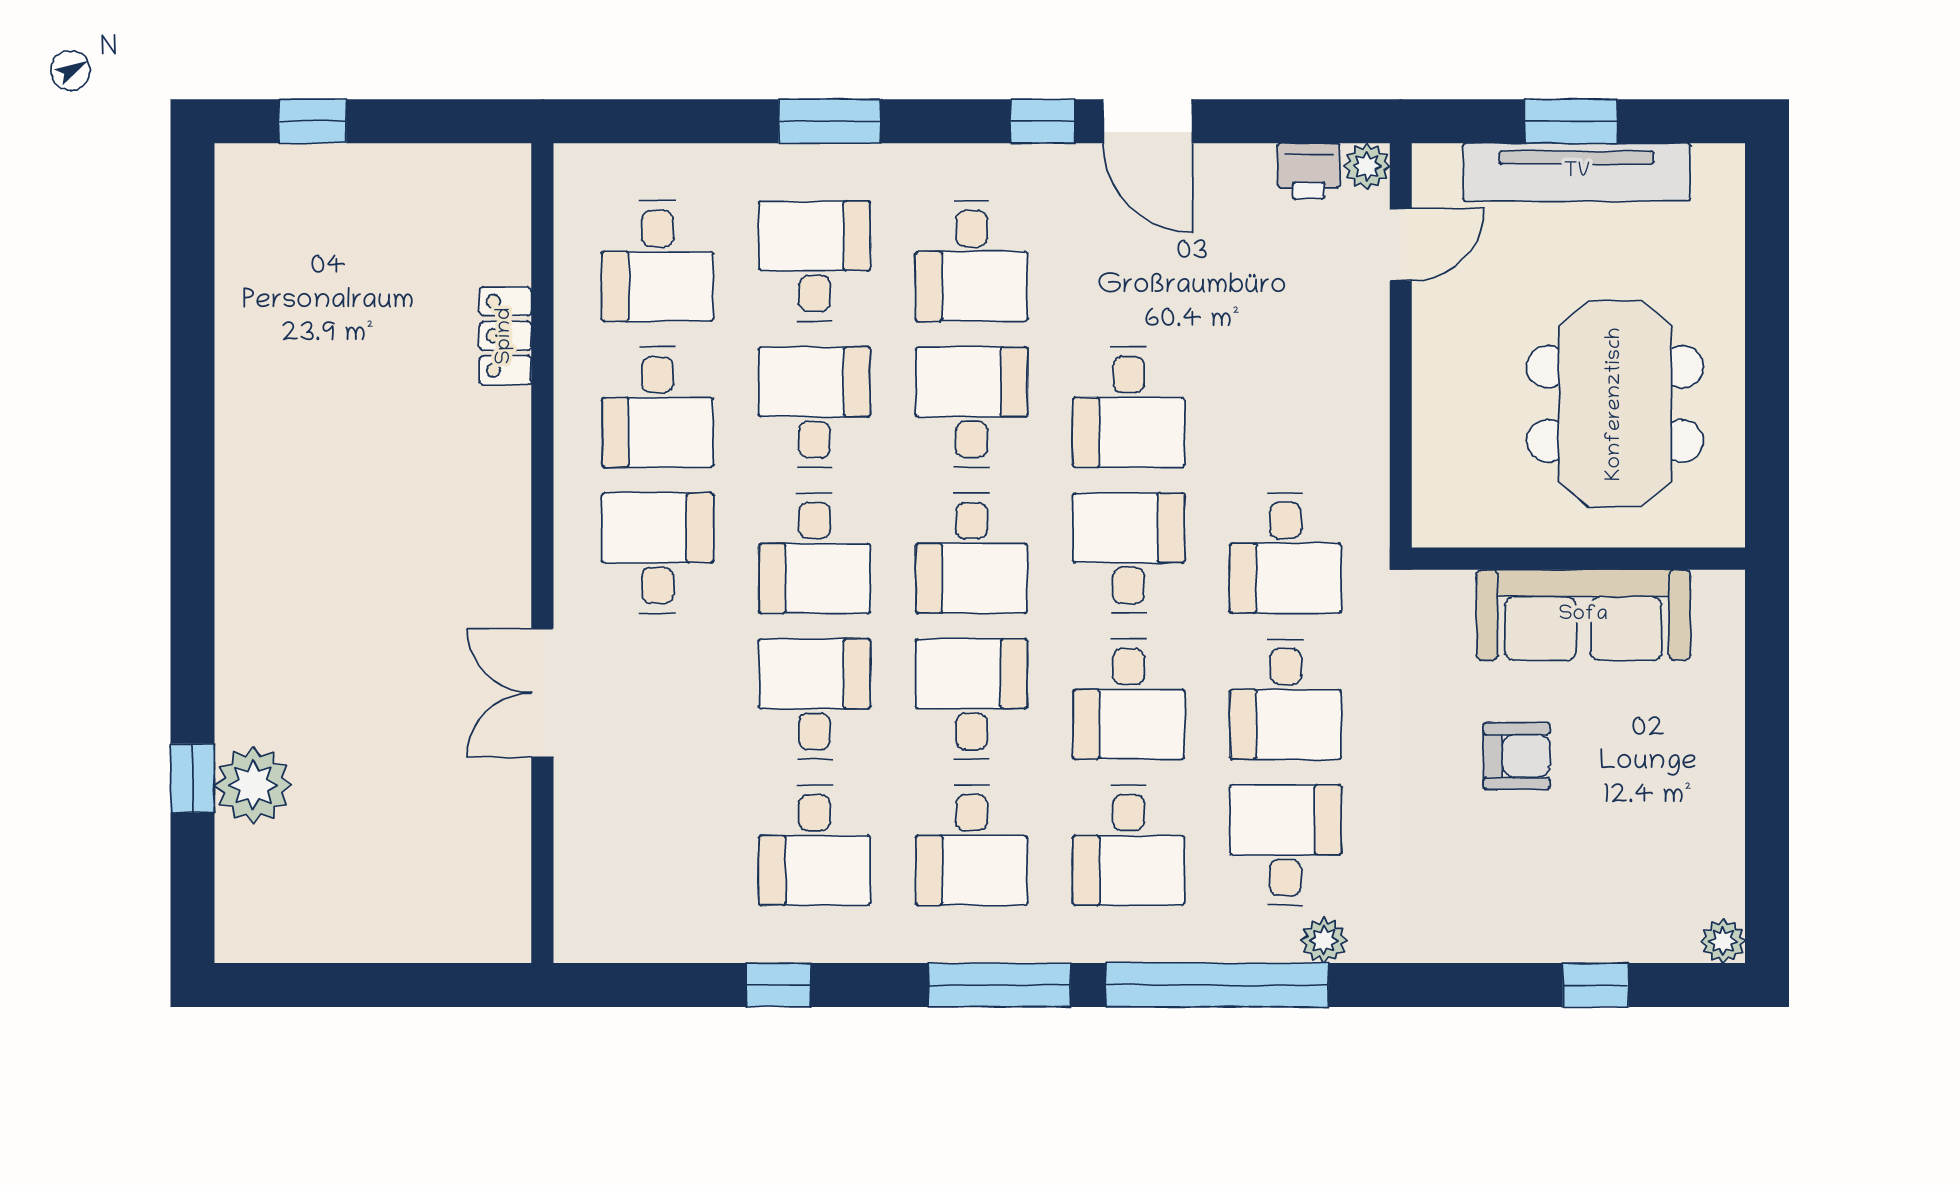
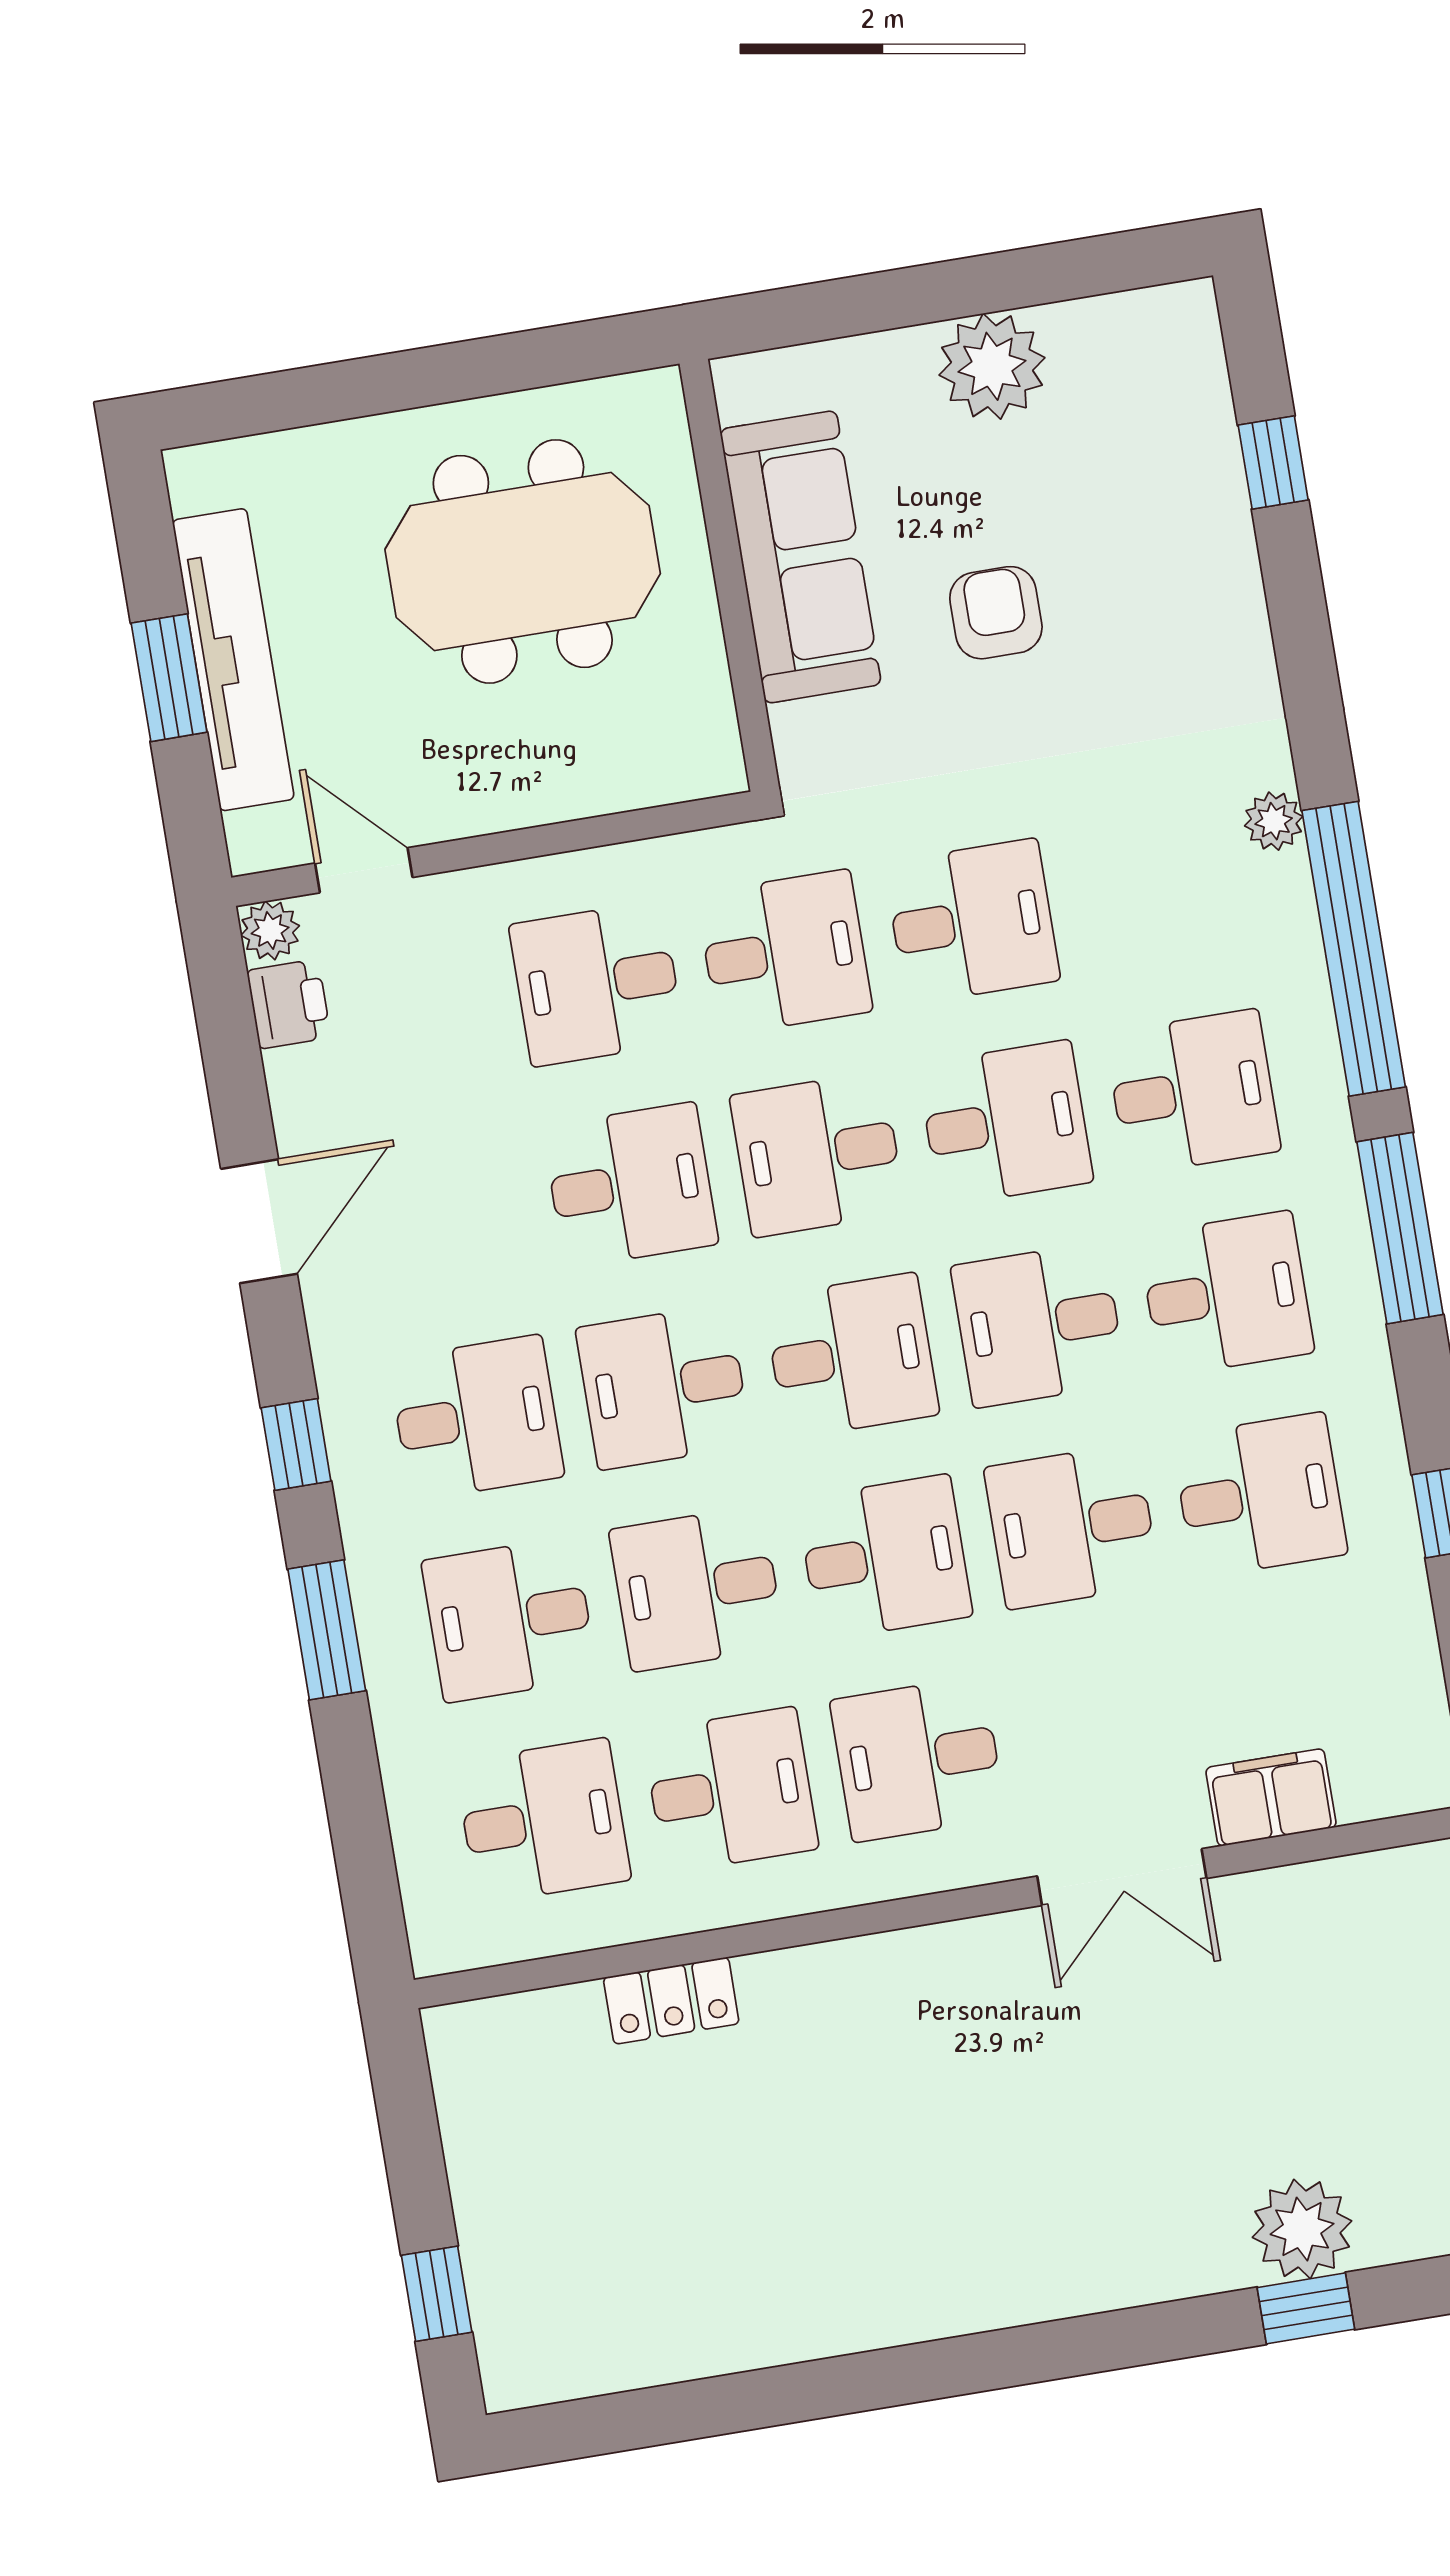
window: (1043, 121) -> (296, 1444), moved
filing cabinet: (584, 816) -> (1271, 1797), added
desk: (1286, 845) -> (597, 984), moved
plant: (1723, 941) -> (992, 366), moved, width x1.87, depth x1.87

